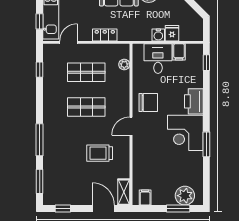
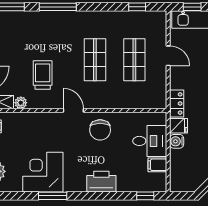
fridge: (172, 33) -> (179, 126), moved
locker: (105, 35) -> (177, 103), moved
door: (69, 42) -> (168, 56), moved
plant: (124, 65) -> (21, 103), moved
corner desk: (185, 133) -> (43, 172), moved

